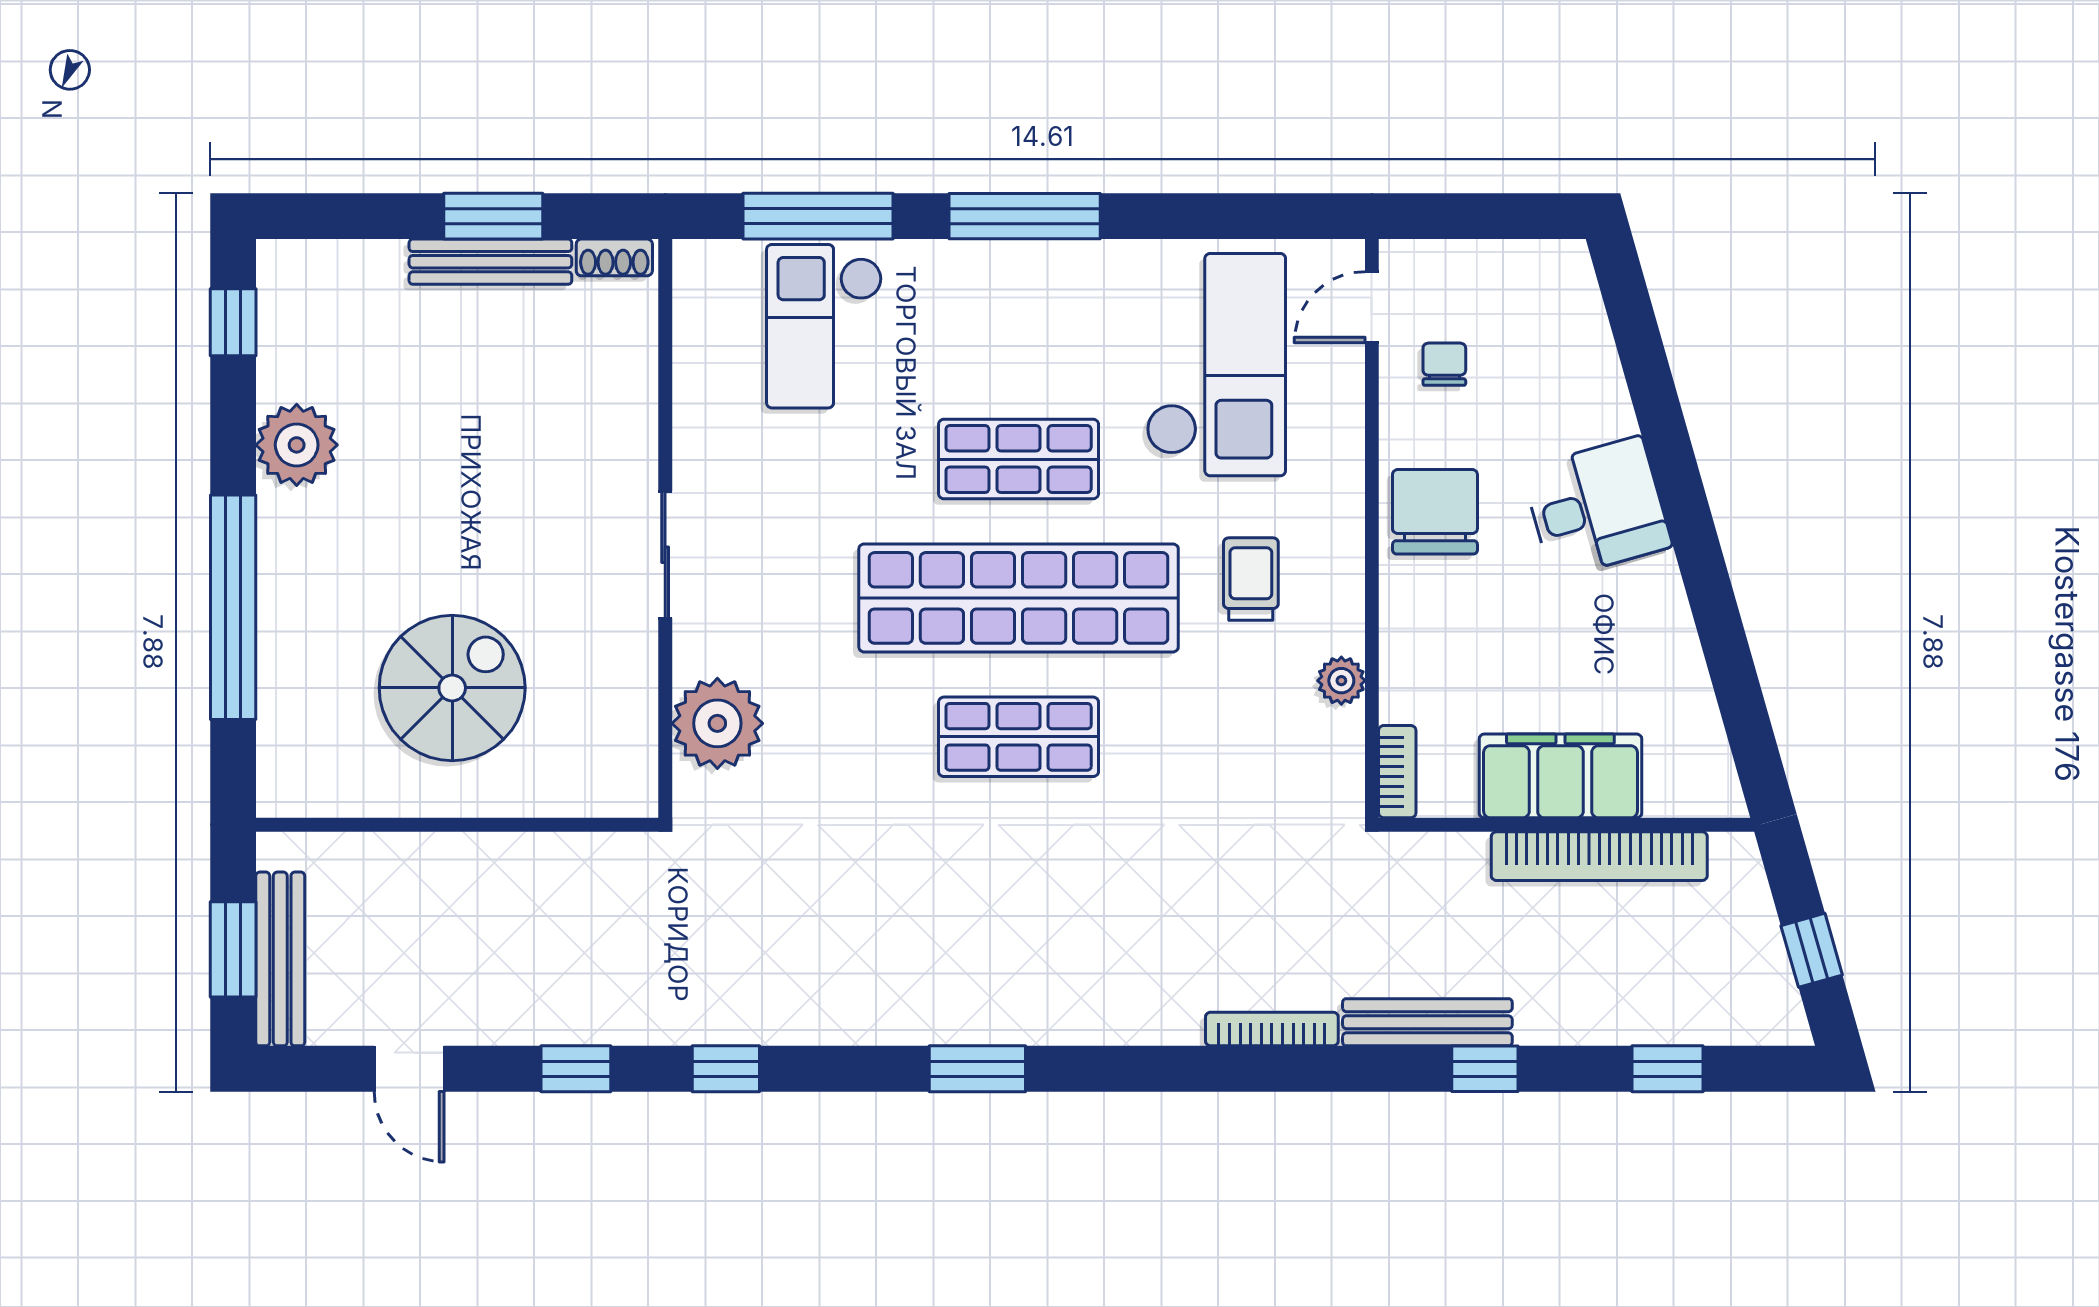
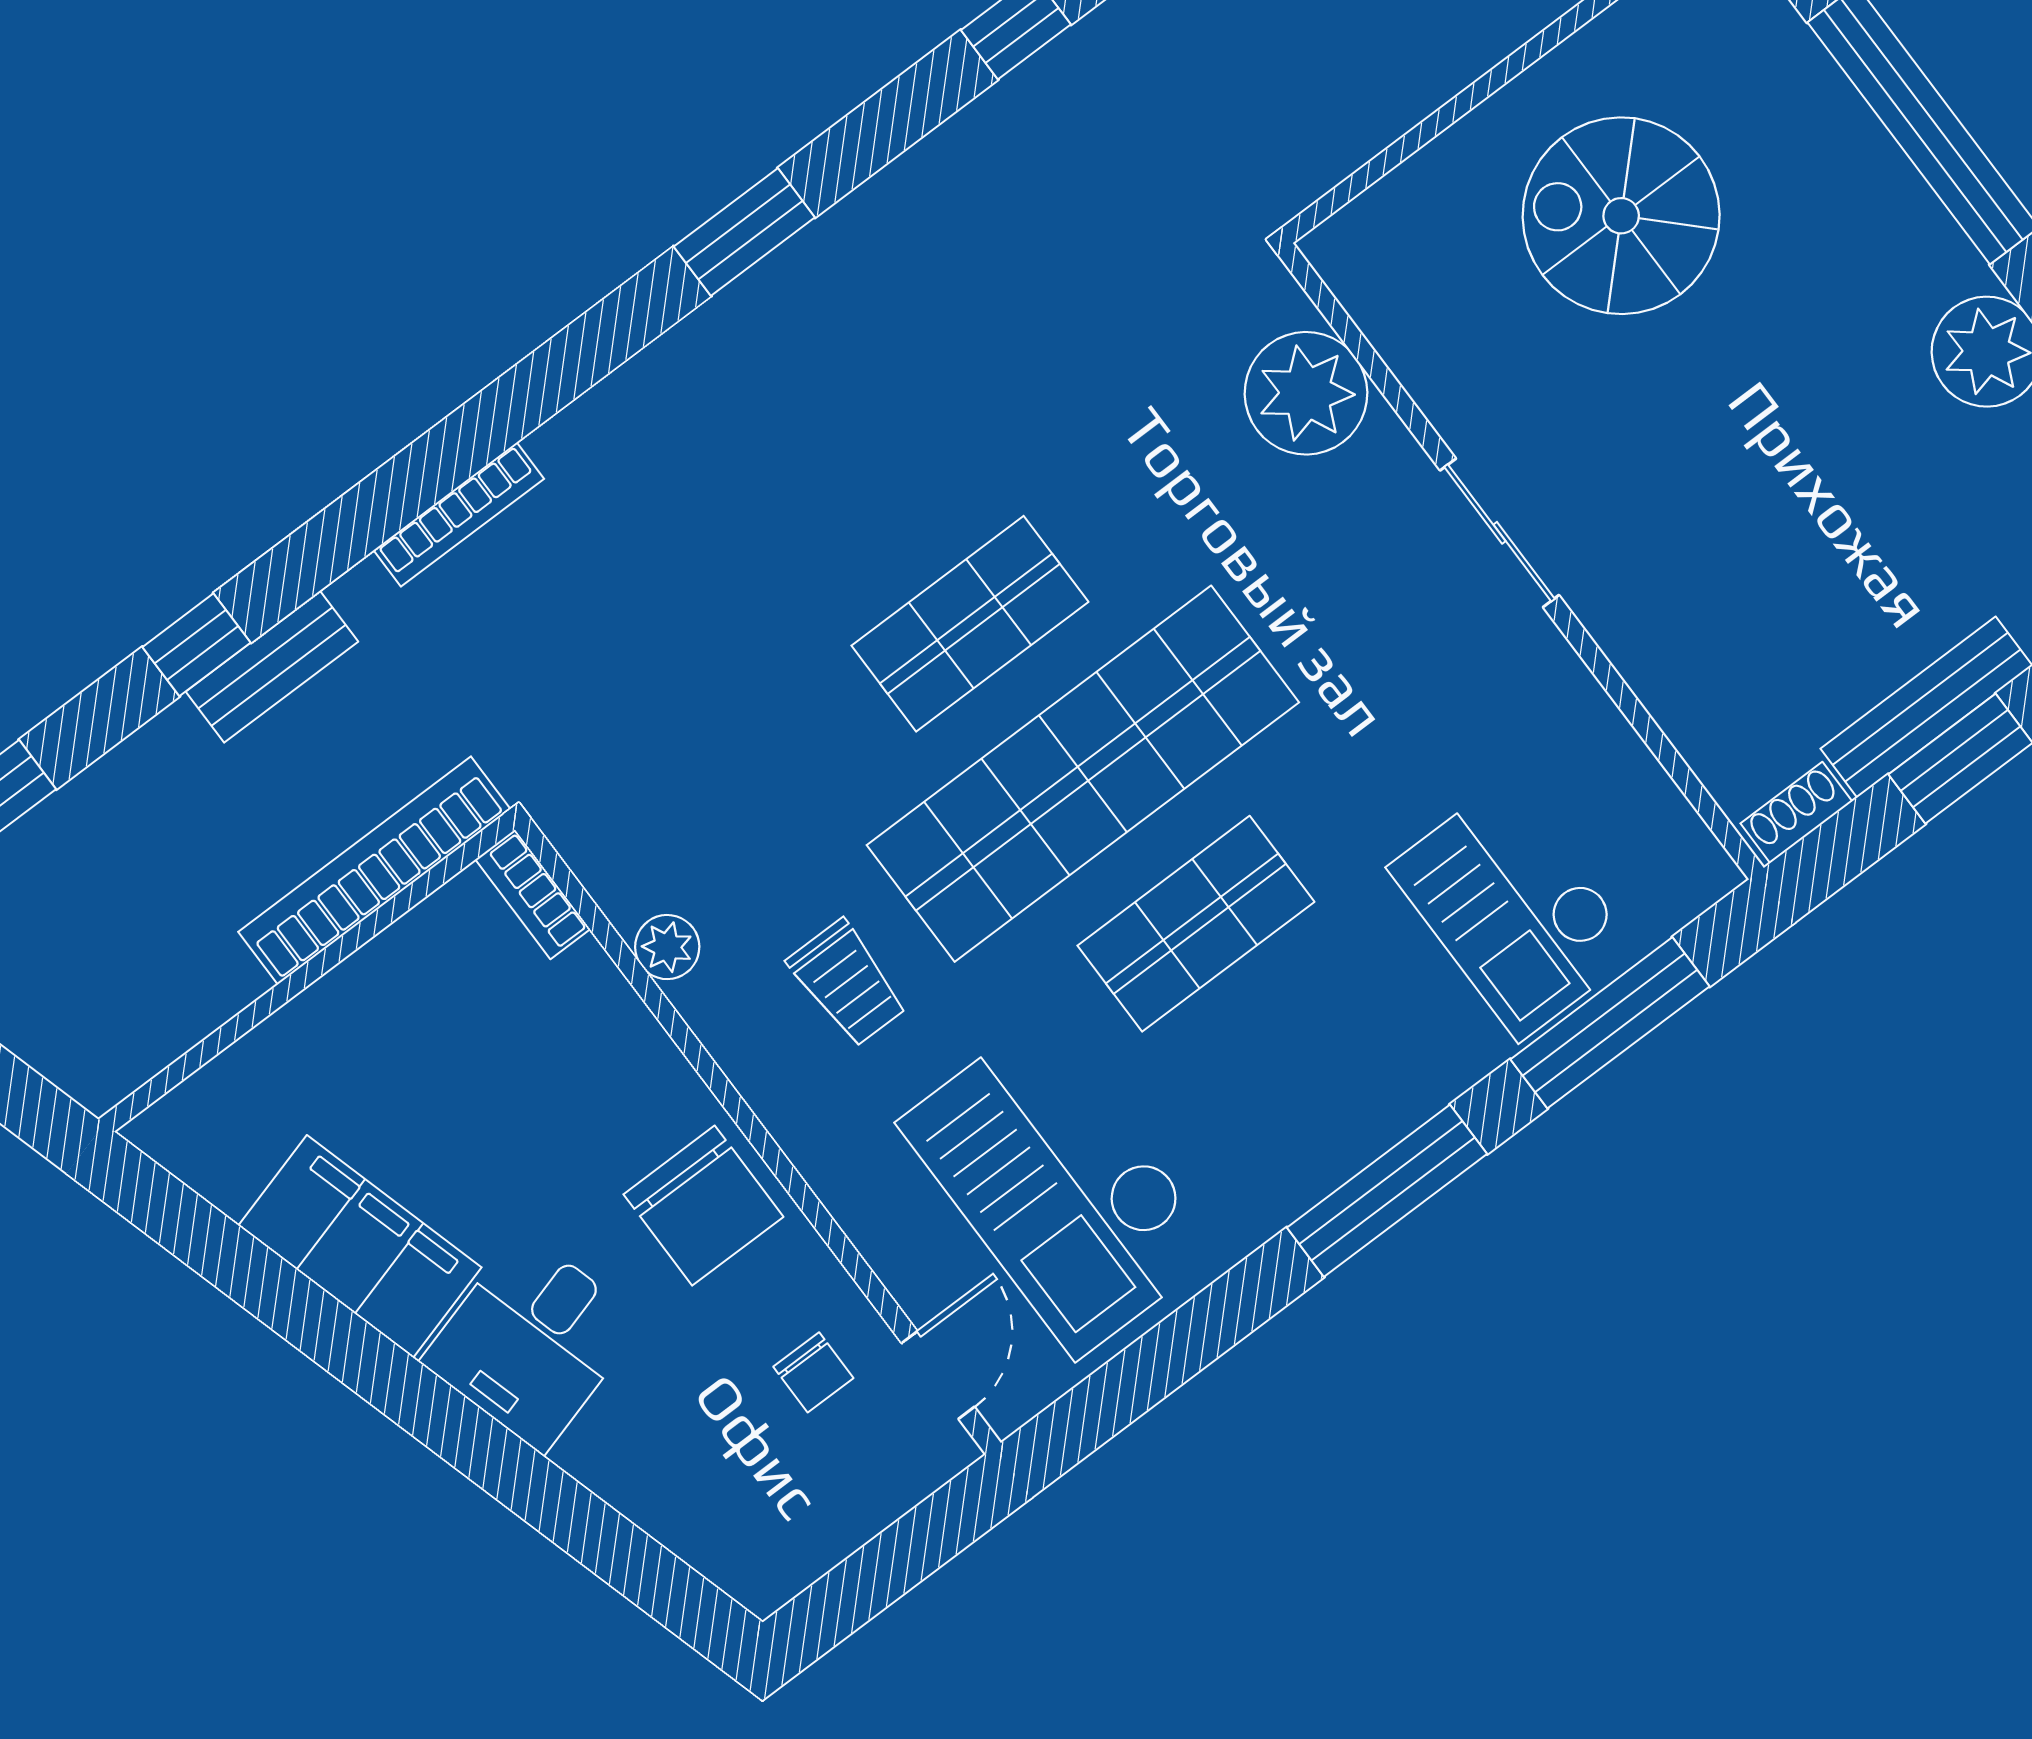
checkout: (824, 326) -> (1514, 909), turned 180
spiral stairs: (452, 688) -> (1621, 216), turned 90
filing cabinet: (1560, 776) -> (360, 1246), moved, turned -106
bookcase: (1599, 856) -> (374, 871), moved
bench: (1427, 1022) -> (272, 667), width x0.73

